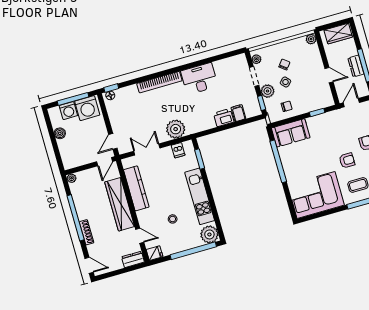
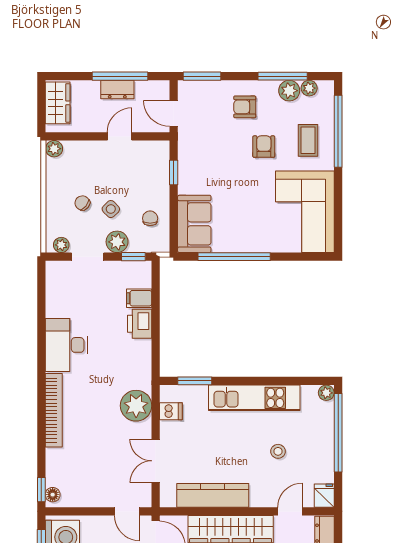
plant: (209, 234) -> (326, 393), width x0.53, depth x0.53

